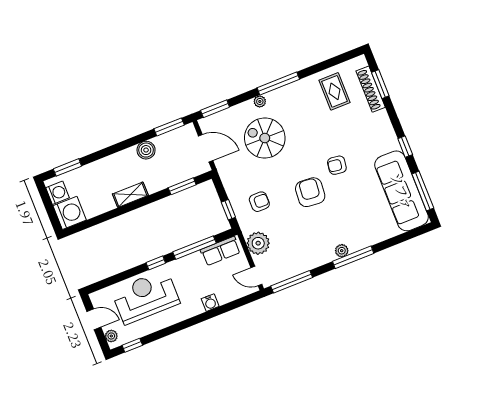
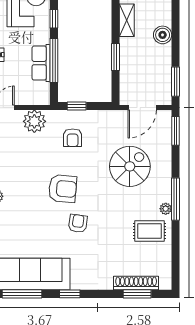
rug: (335, 91) -> (150, 231), moved
plant: (260, 101) -> (166, 209), moved
boiler: (146, 150) -> (163, 35), moved
window: (182, 186) -> (115, 57), moved
row of seats: (220, 251) -> (41, 63), moved

